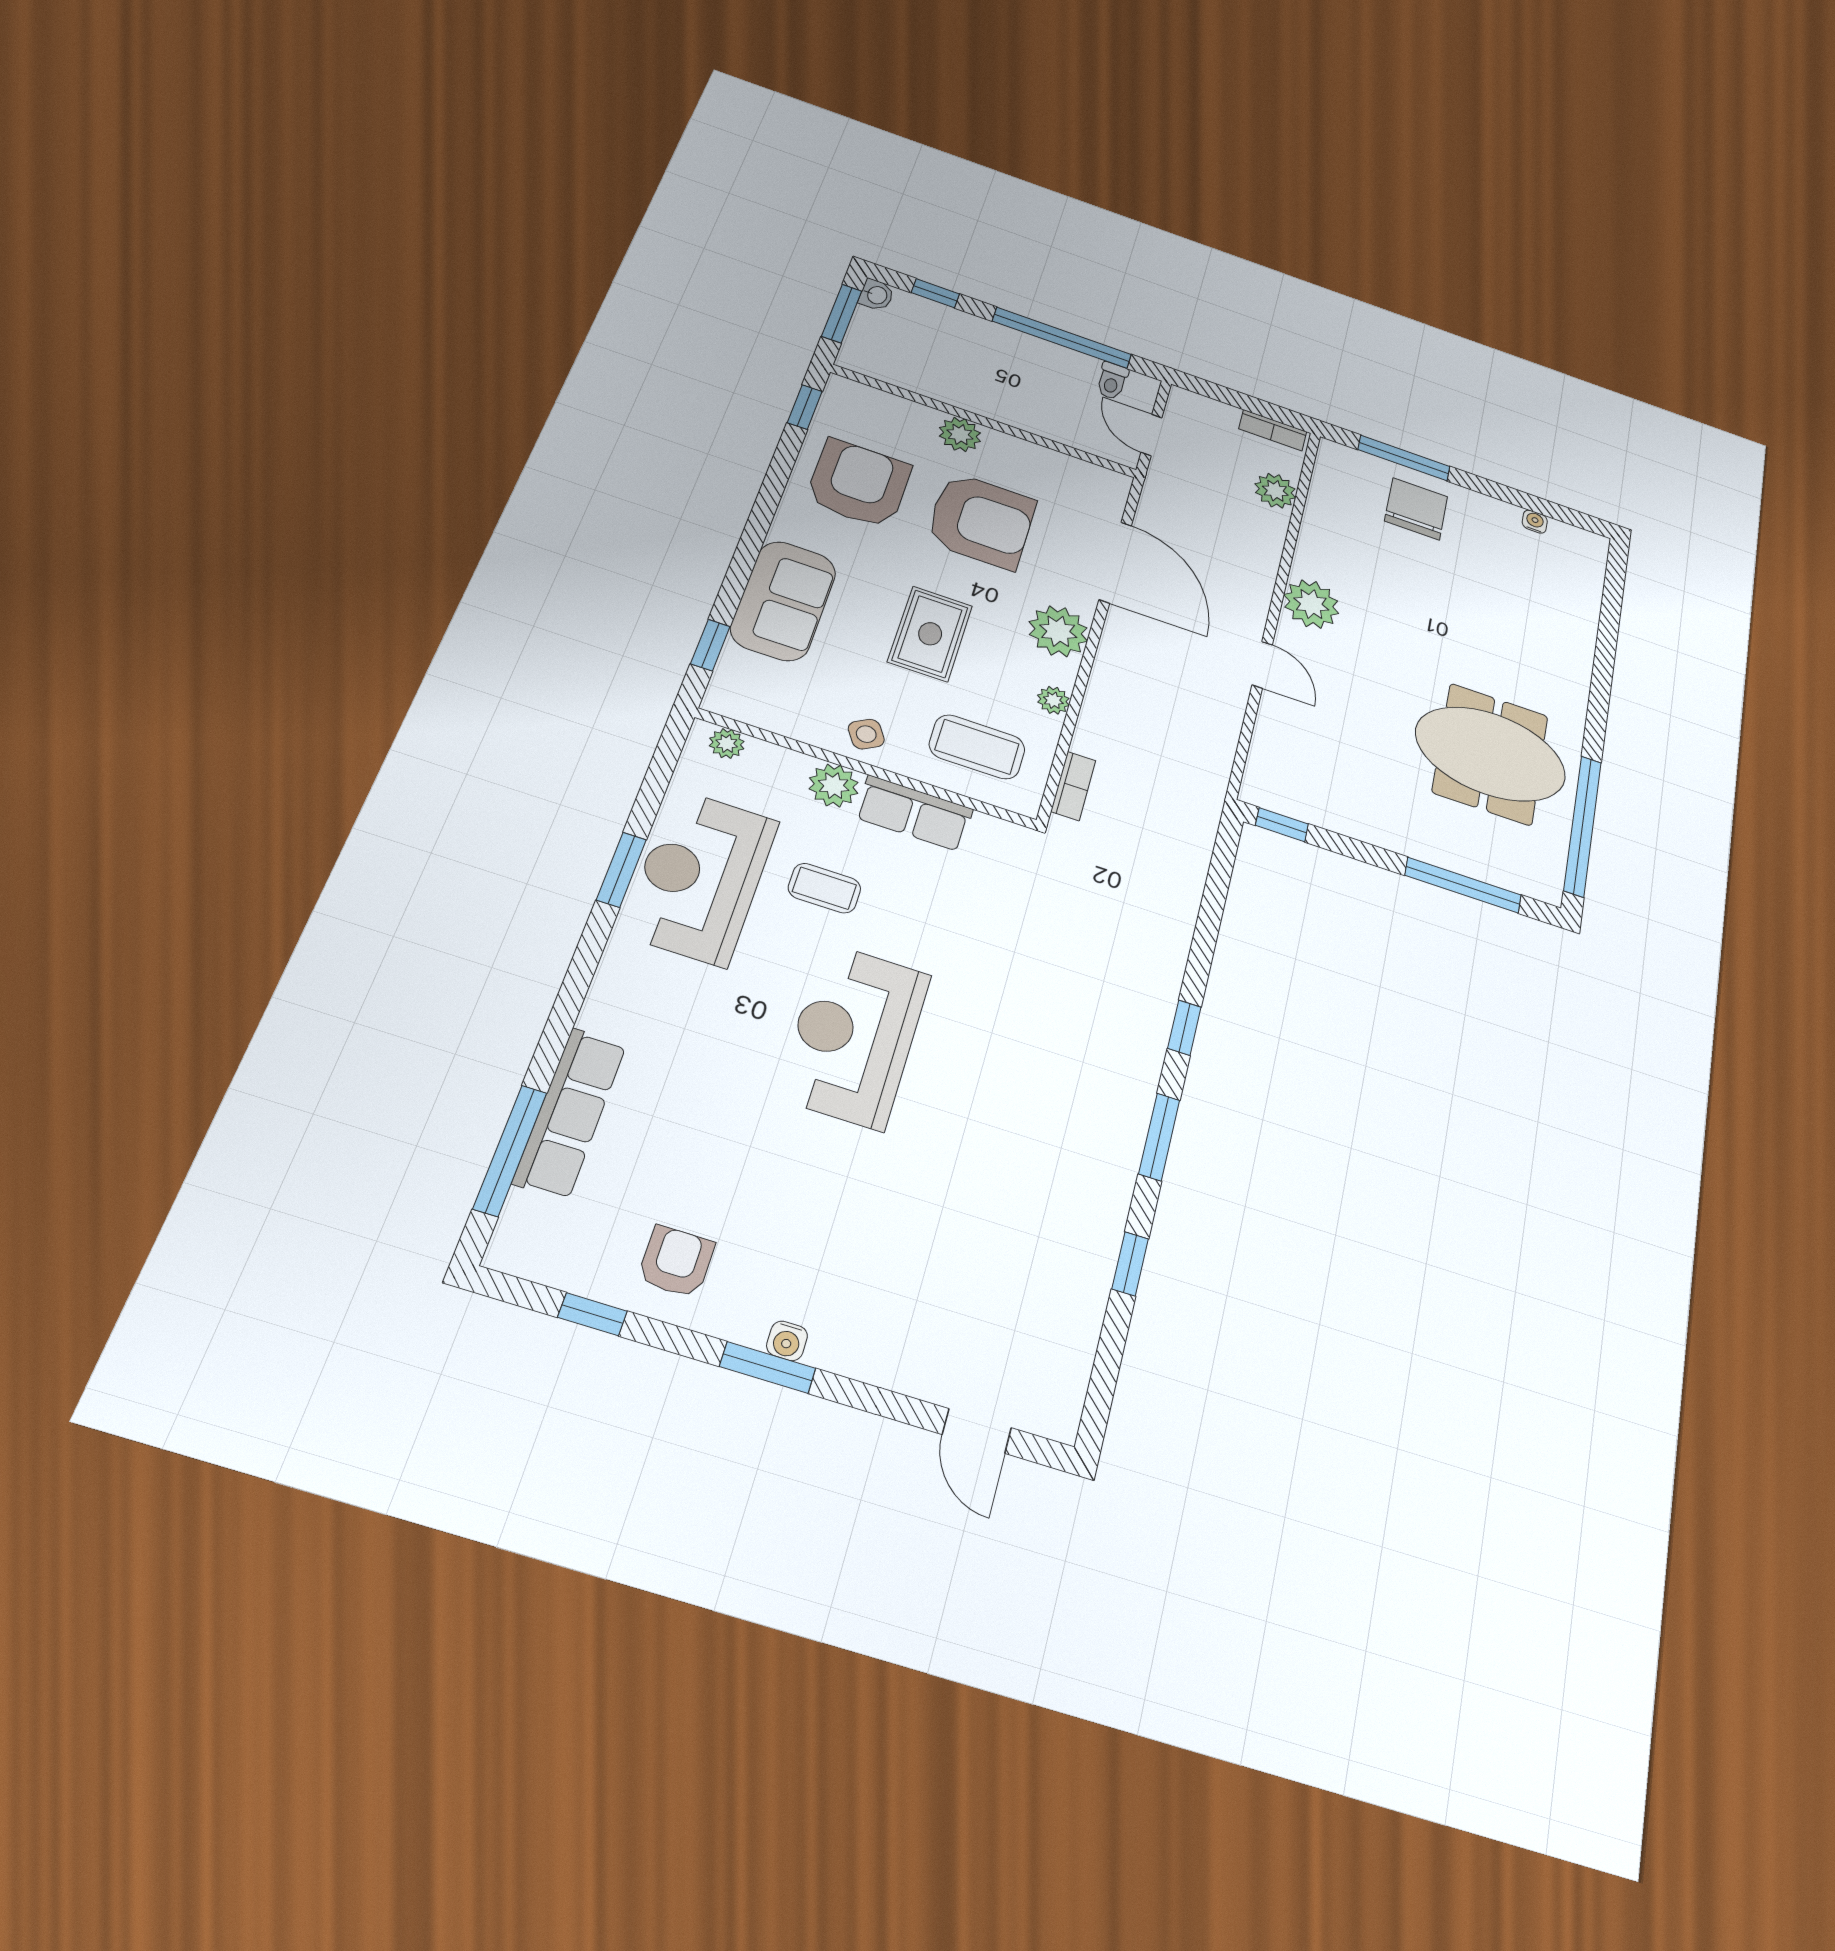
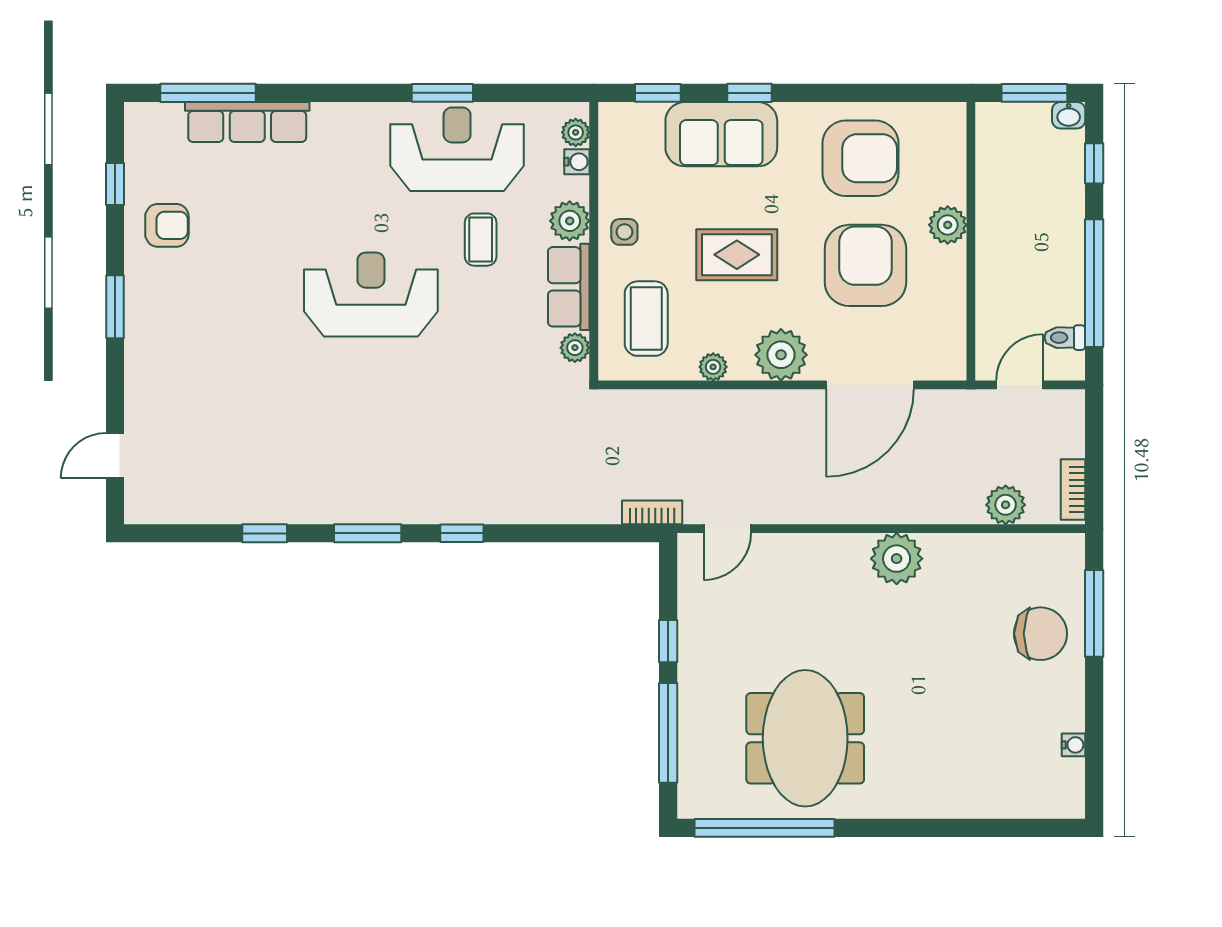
window: (805, 407) -> (750, 93), moved
armchair: (981, 521) -> (865, 265), turned 180
door: (1262, 665) -> (727, 529), moved
side table: (866, 734) -> (624, 232), turned 32
bookcase: (1073, 786) -> (652, 512), moved, turned 180
window: (1282, 825) -> (668, 641), moved
plant: (990, 831) -> (575, 348), added
water cooler: (787, 1341) -> (577, 162), moved, turned 180

